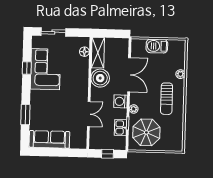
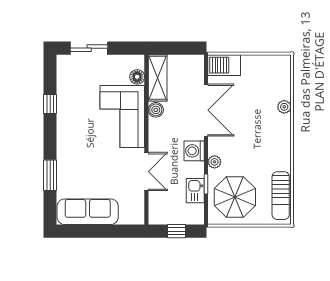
barbecue: (157, 46) -> (224, 65), moved
corner sofa: (45, 69) -> (122, 117), moved, turned 180
boiler: (100, 78) -> (156, 110), width x0.54, depth x0.54
sun lounger: (167, 99) -> (281, 196), moved

